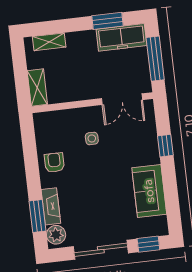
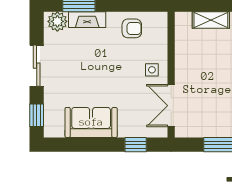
double door: (122, 99) -> (171, 106), moved
wall: (92, 103) -> (171, 75), moved
sliding door: (101, 250) -> (37, 66), width x0.73

